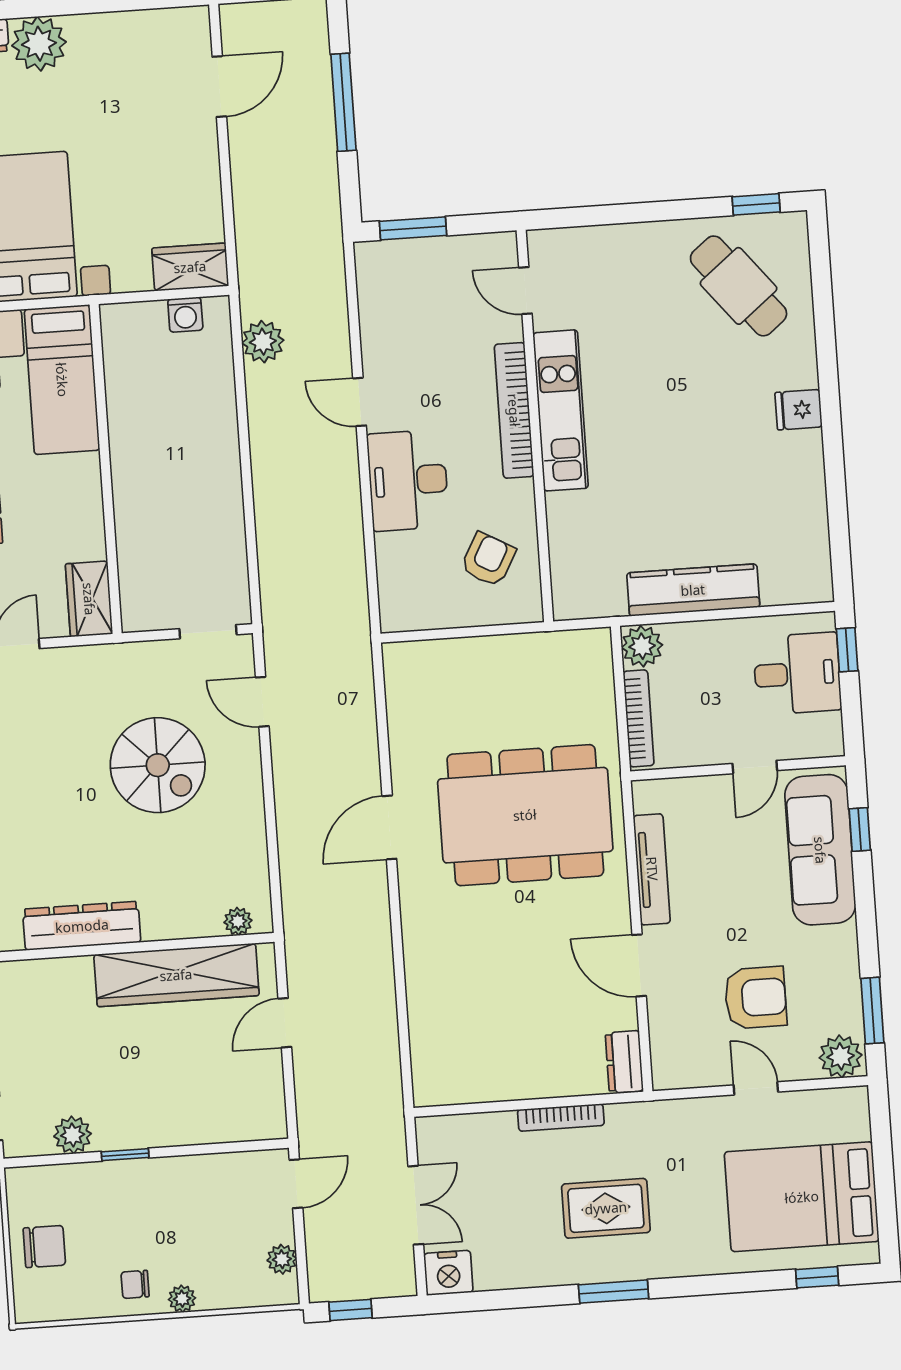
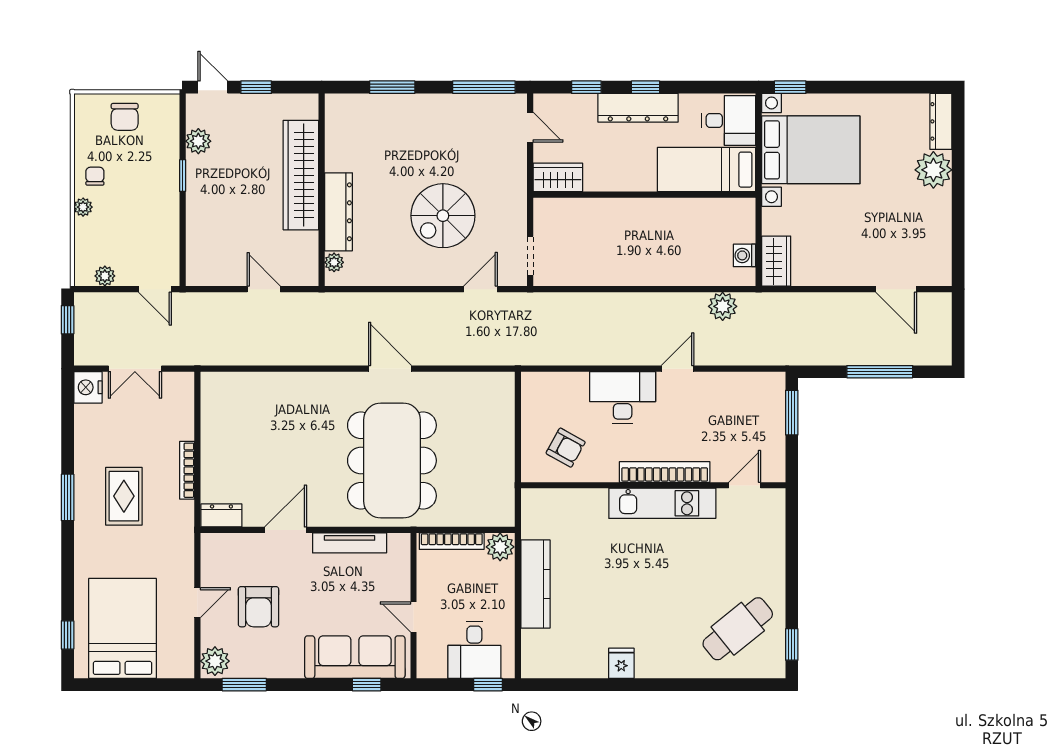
fridge: (799, 410) -> (621, 663), moved
dresser: (82, 926) -> (339, 212), moved
wardrobe: (176, 975) -> (301, 175), moved

